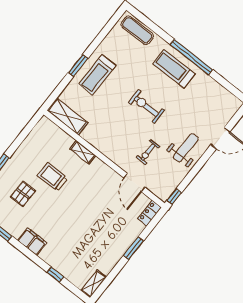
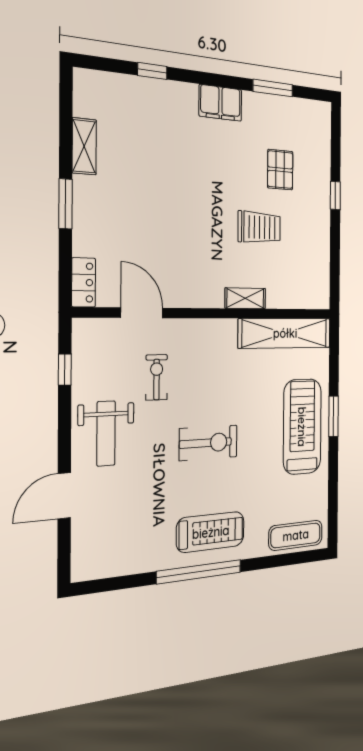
treadmill: (97, 75) -> (302, 427), width x1.37, depth x1.37
shelving: (67, 116) -> (285, 333), width x1.47
window: (174, 197) -> (65, 370), moved
shelving: (94, 284) -> (84, 146), moved

